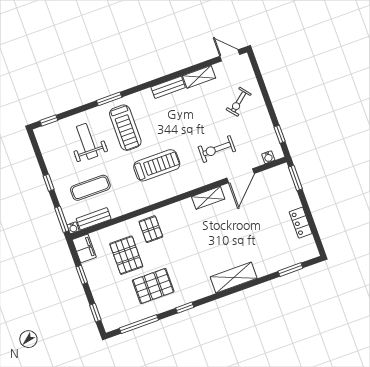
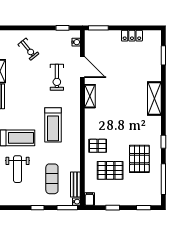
weight bench: (87, 141) -> (18, 169), turned -90
treadmill: (157, 165) -> (53, 125), turned 180
filing cabinet: (84, 248) -> (89, 199), width x0.50

